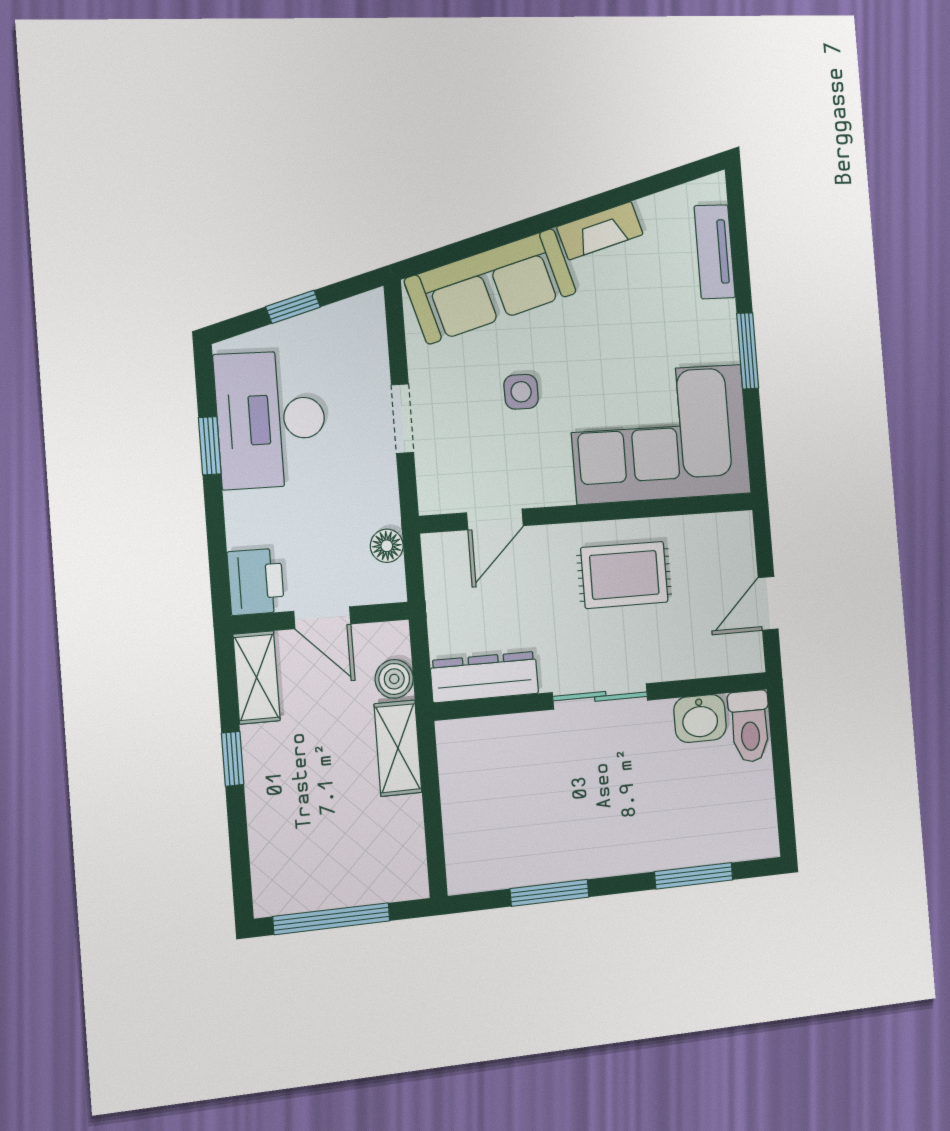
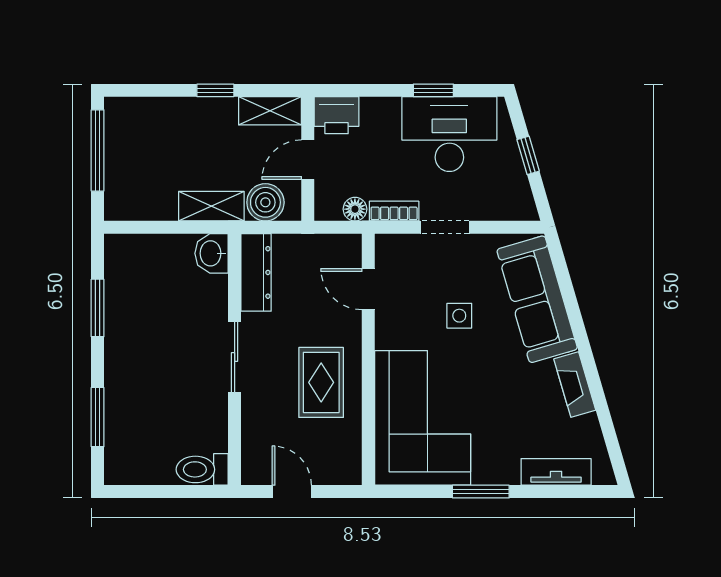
bookcase: (385, 491) -> (394, 211), added
boiler: (394, 679) -> (265, 202), width x1.36, depth x1.36
washbasin: (700, 718) -> (212, 253), moved

